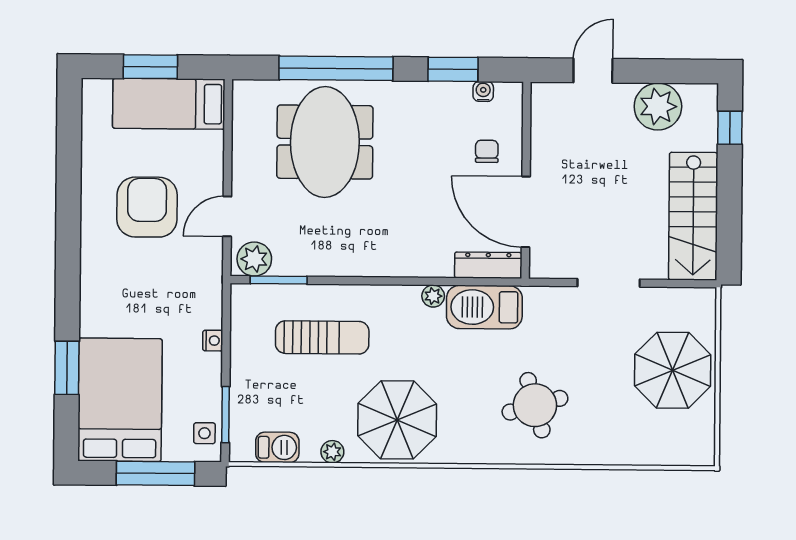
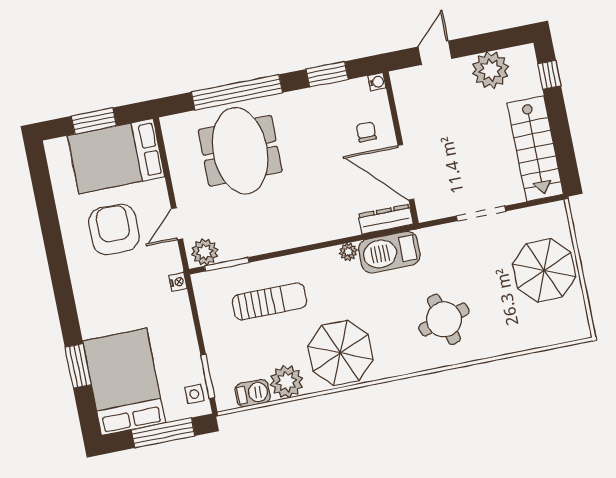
water cooler: (483, 91) -> (377, 82), moved, turned 90
bed: (169, 104) -> (116, 156), width x1.50
nightstand: (213, 341) -> (178, 282), moved
plant: (332, 452) -> (287, 382), width x1.87, depth x1.87

